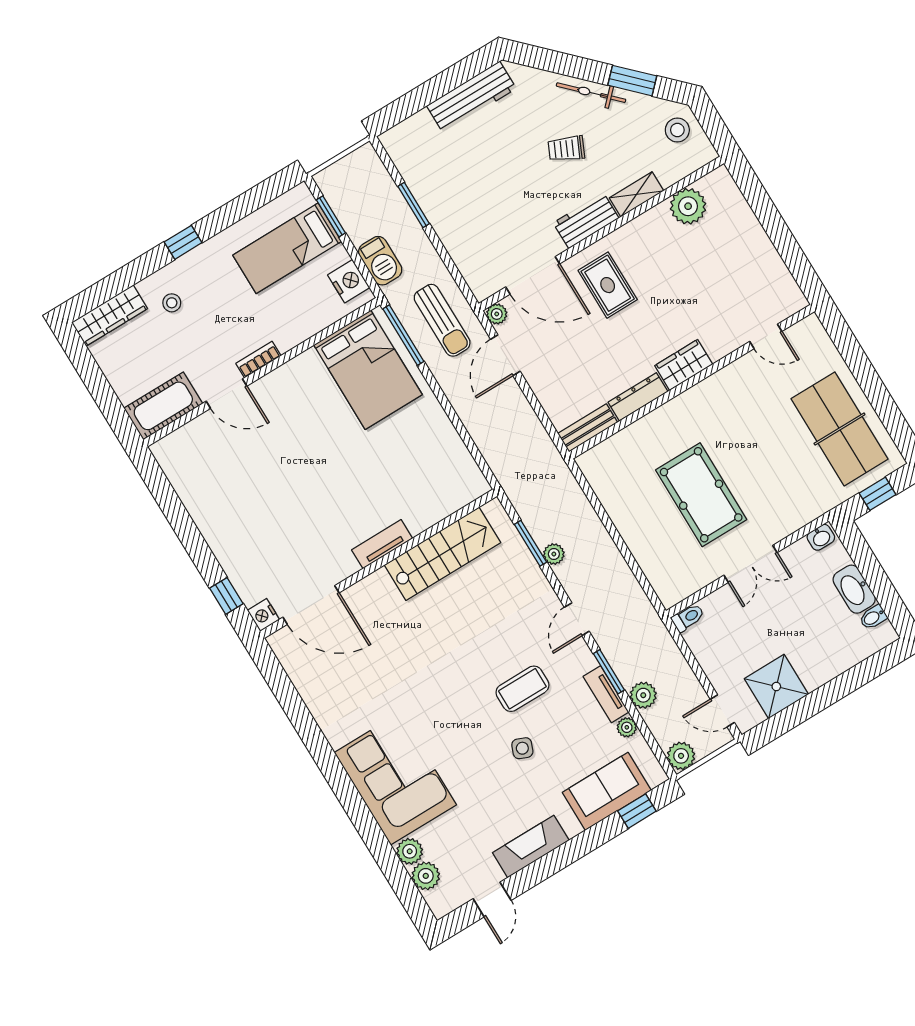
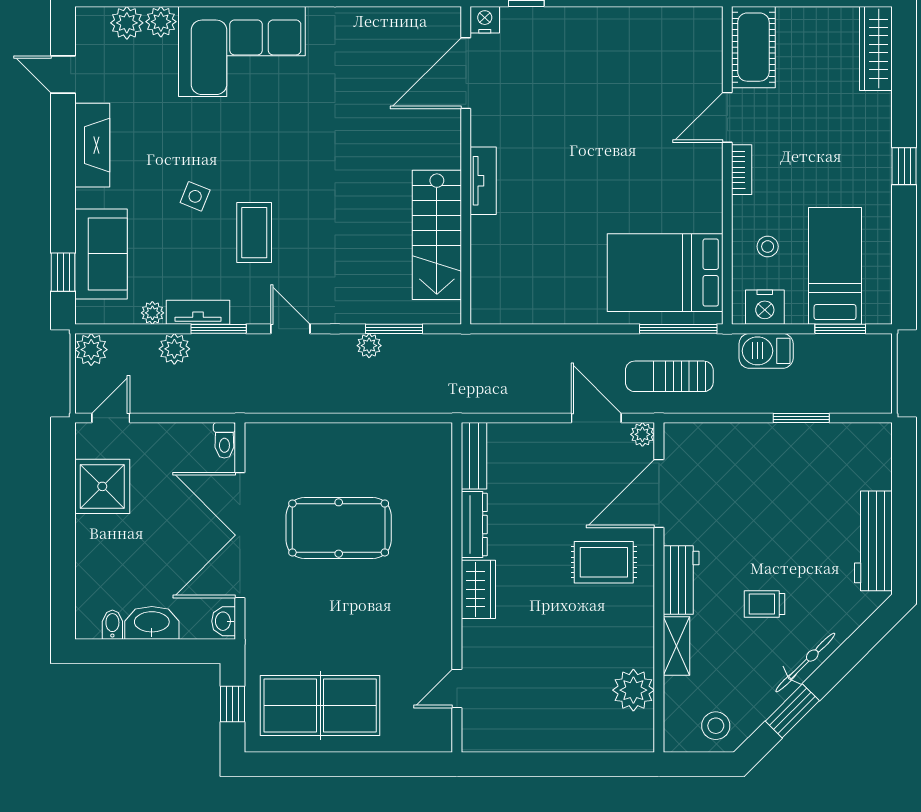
trolley: (566, 149) -> (765, 604), turned -115
stool: (172, 303) -> (768, 247), moved
double door: (750, 564) -> (240, 535), width x1.87

